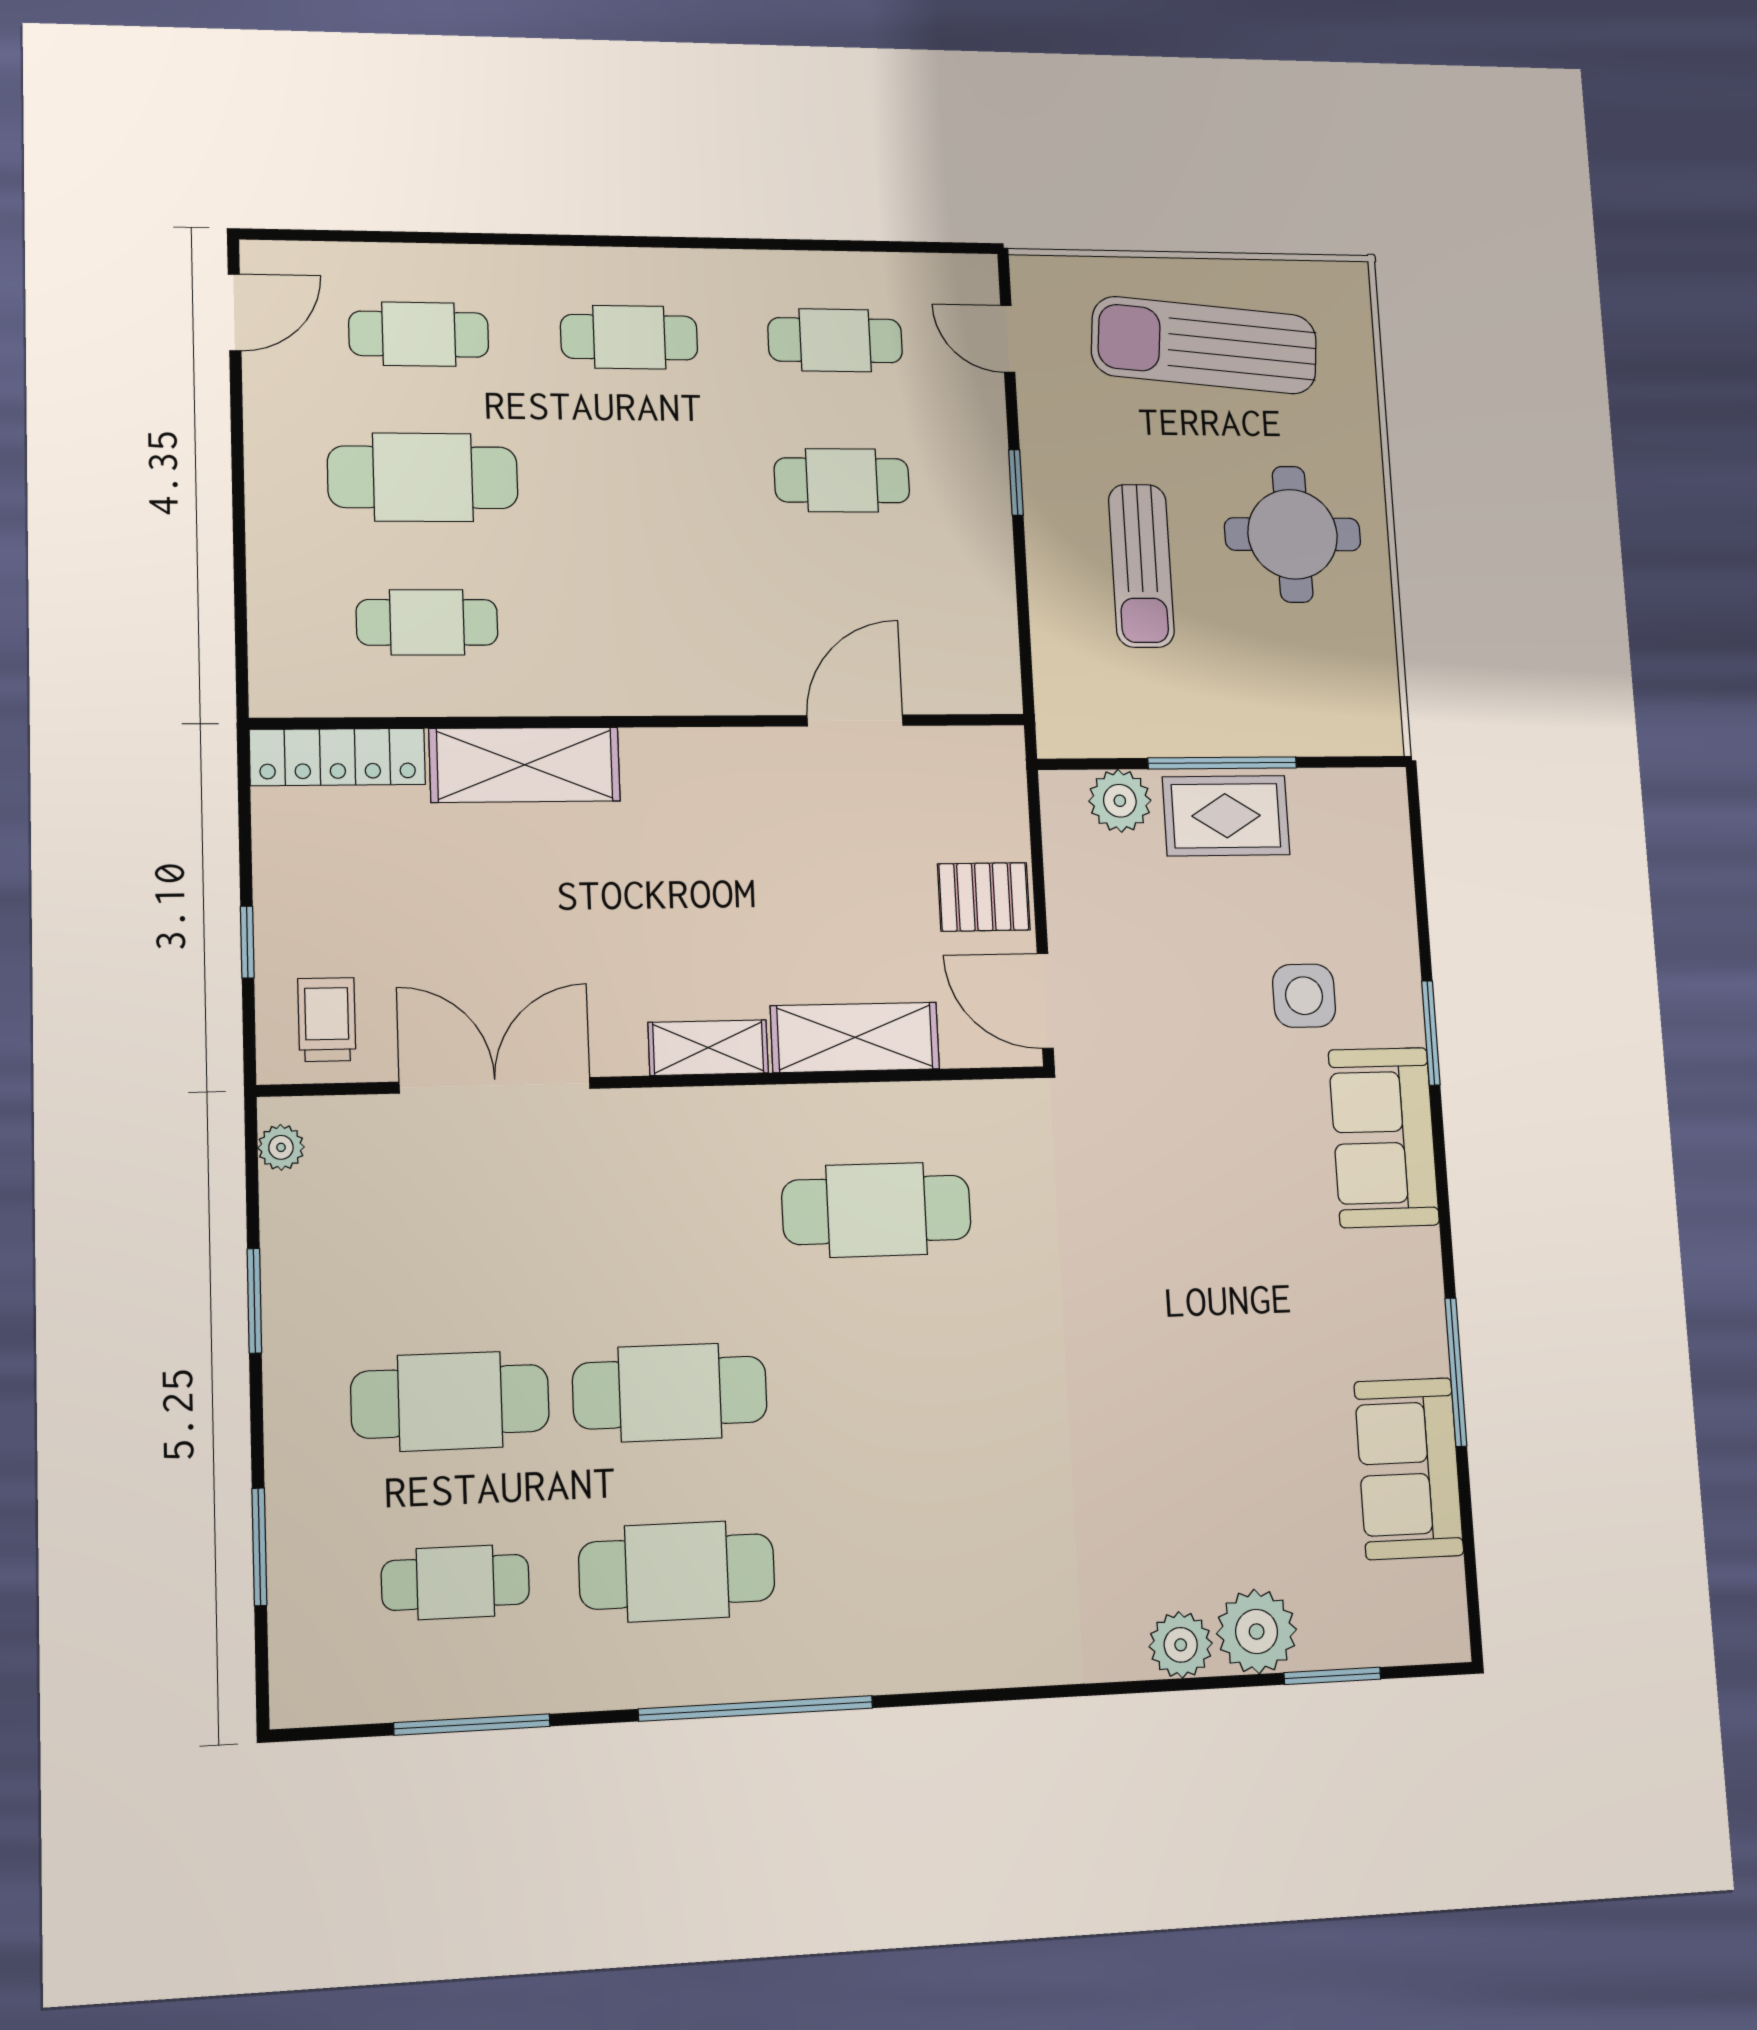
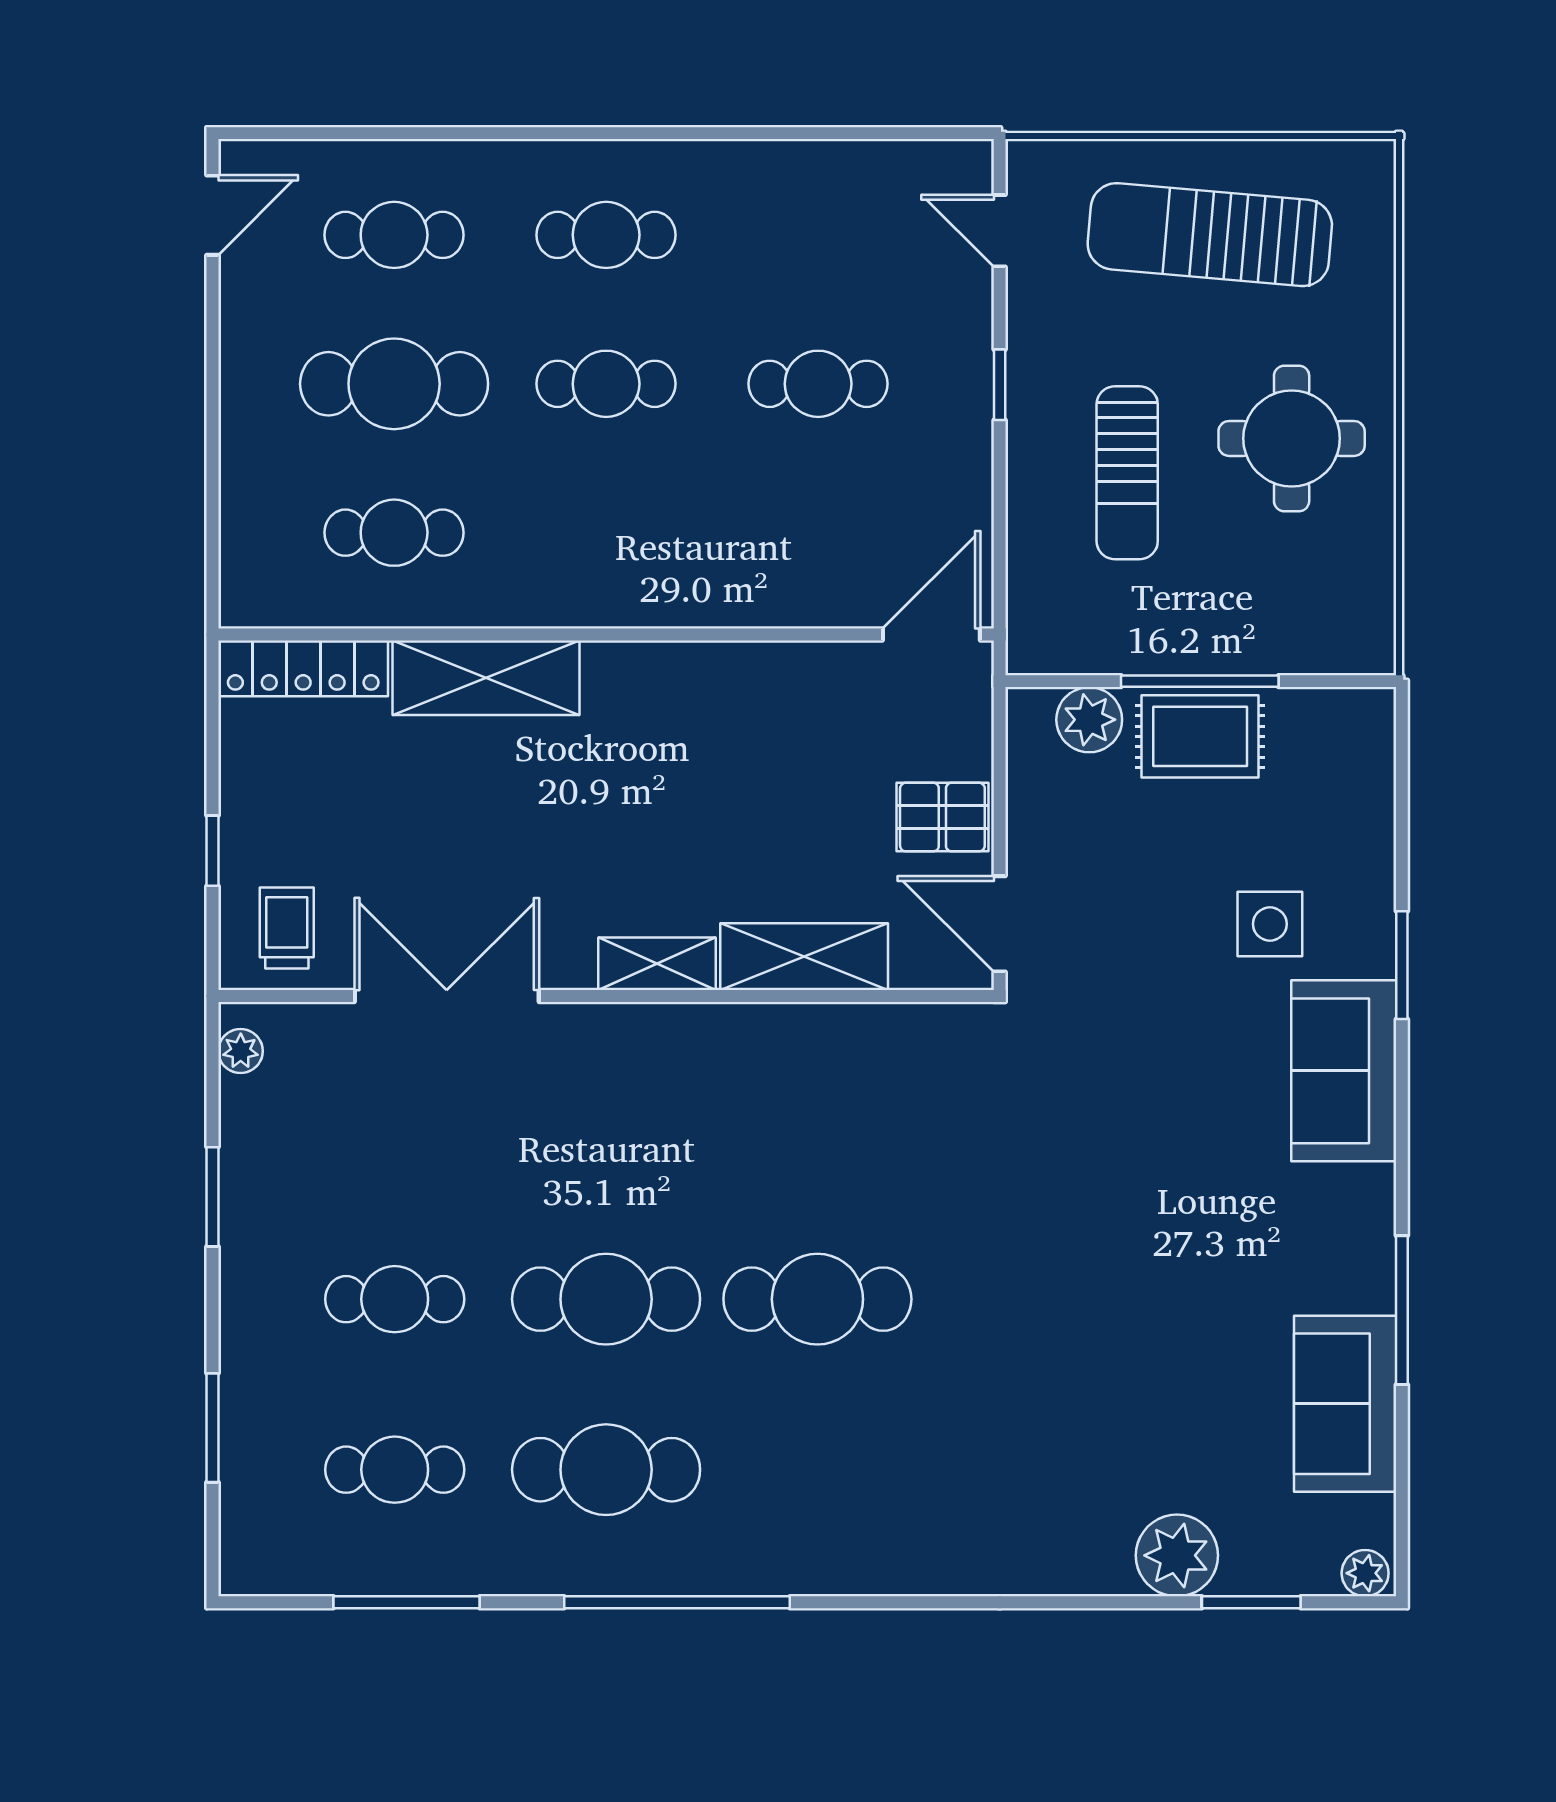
cafe table: (835, 340) -> (606, 384), moved
door: (855, 720) -> (931, 635), moved
cafe table: (876, 1210) -> (817, 1299), moved
cafe table: (450, 1401) -> (395, 1299), width x0.73, depth x0.74
plant: (1181, 1645) -> (1365, 1573), moved, width x0.73, depth x0.73

